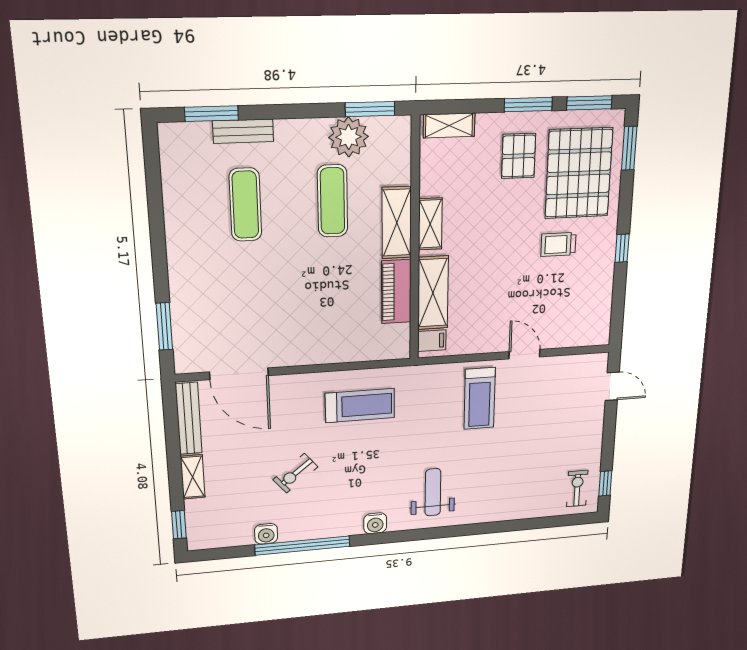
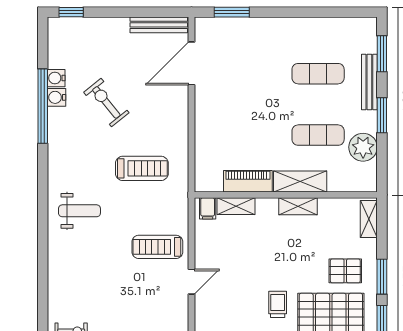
window: (370, 109) -> (382, 115), moved
bench: (243, 131) -> (369, 82), width x1.36
shelving: (433, 293) -> (236, 206), width x0.67, depth x0.75
treadmill: (360, 406) -> (142, 168), moved, turned -90
exercise bike: (295, 473) -> (106, 102), width x1.38, depth x1.39
shelving: (193, 477) -> (111, 25), removed
water cooler: (375, 523) -> (56, 97), moved

